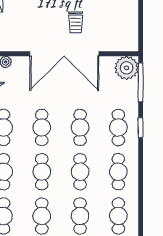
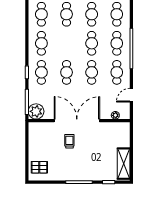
cafe table: (80, 172) -> (67, 43), removed

